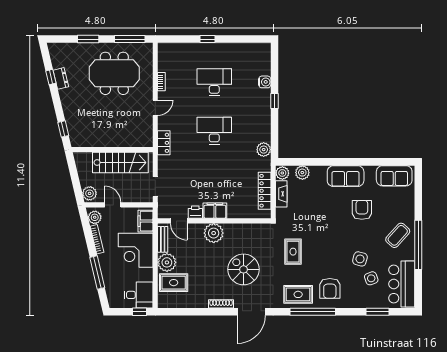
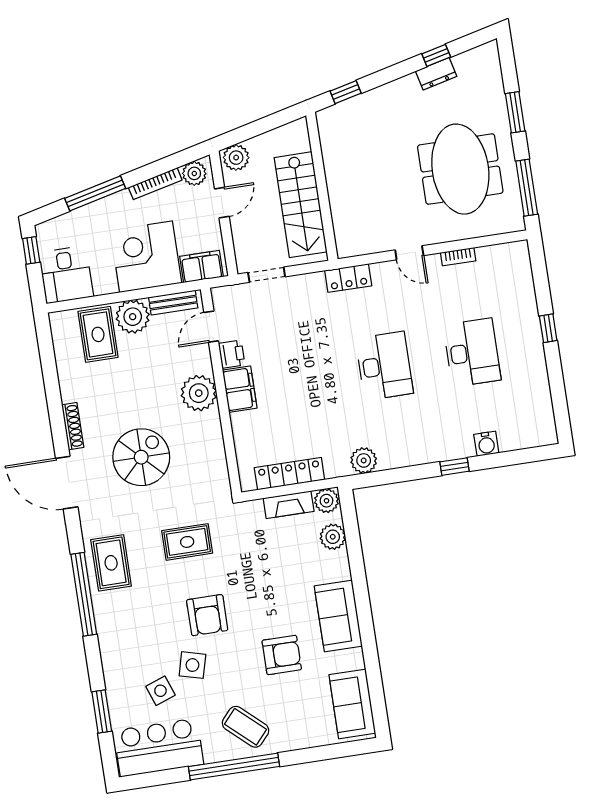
armchair: (330, 288) -> (207, 615), moved, turned -90
window: (140, 312) -> (31, 250), moved

